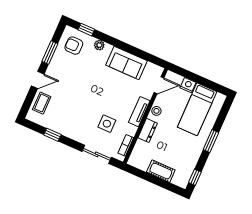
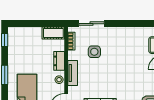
window: (52, 135) -> (134, 24), removed
cot: (161, 171) -> (53, 33), moved

